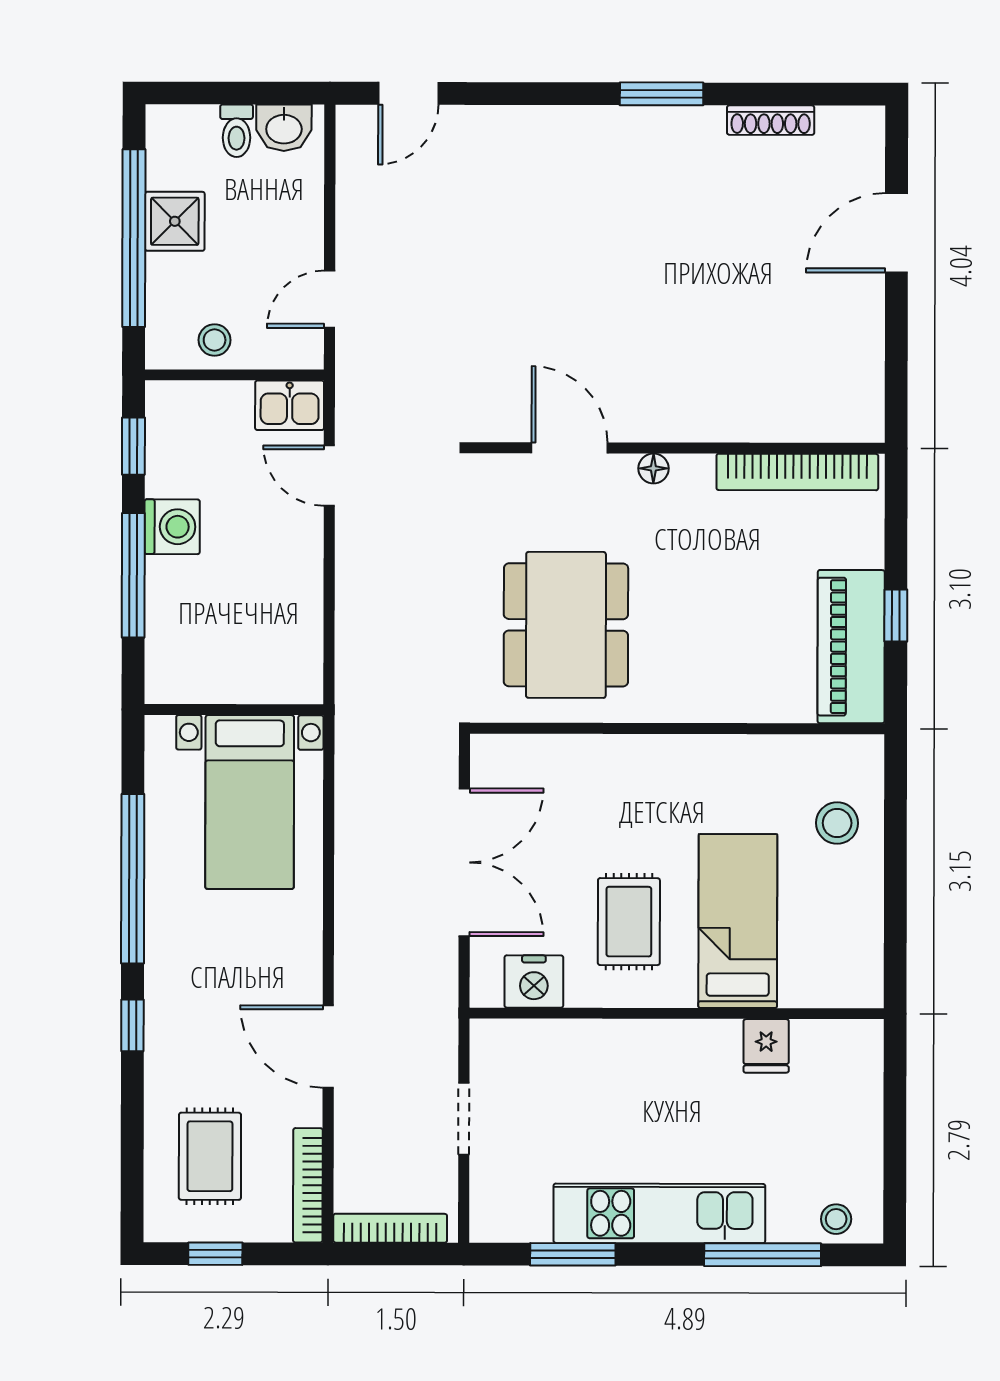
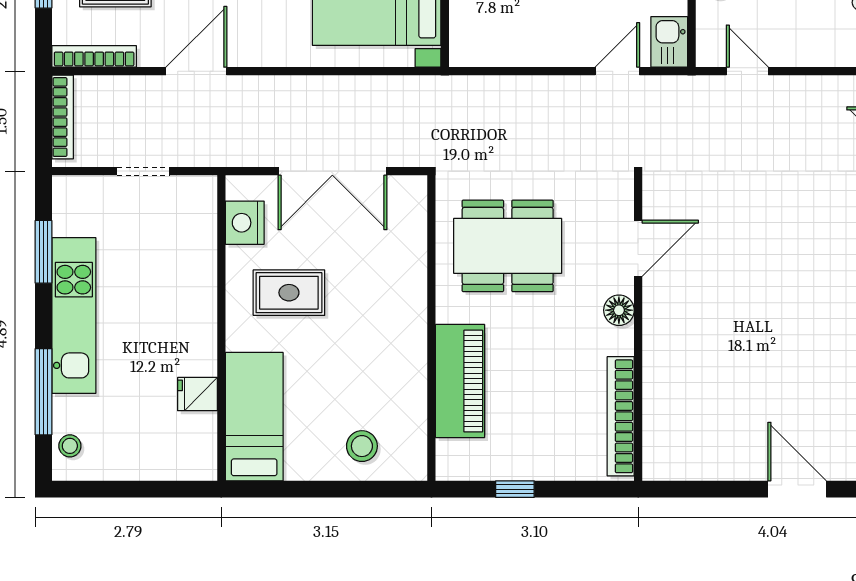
floor lamp: (653, 468) -> (619, 310), width x1.37, depth x1.37
piano: (851, 647) -> (460, 381), moved, turned 90
bed: (738, 921) -> (254, 417), moved, turned -90

